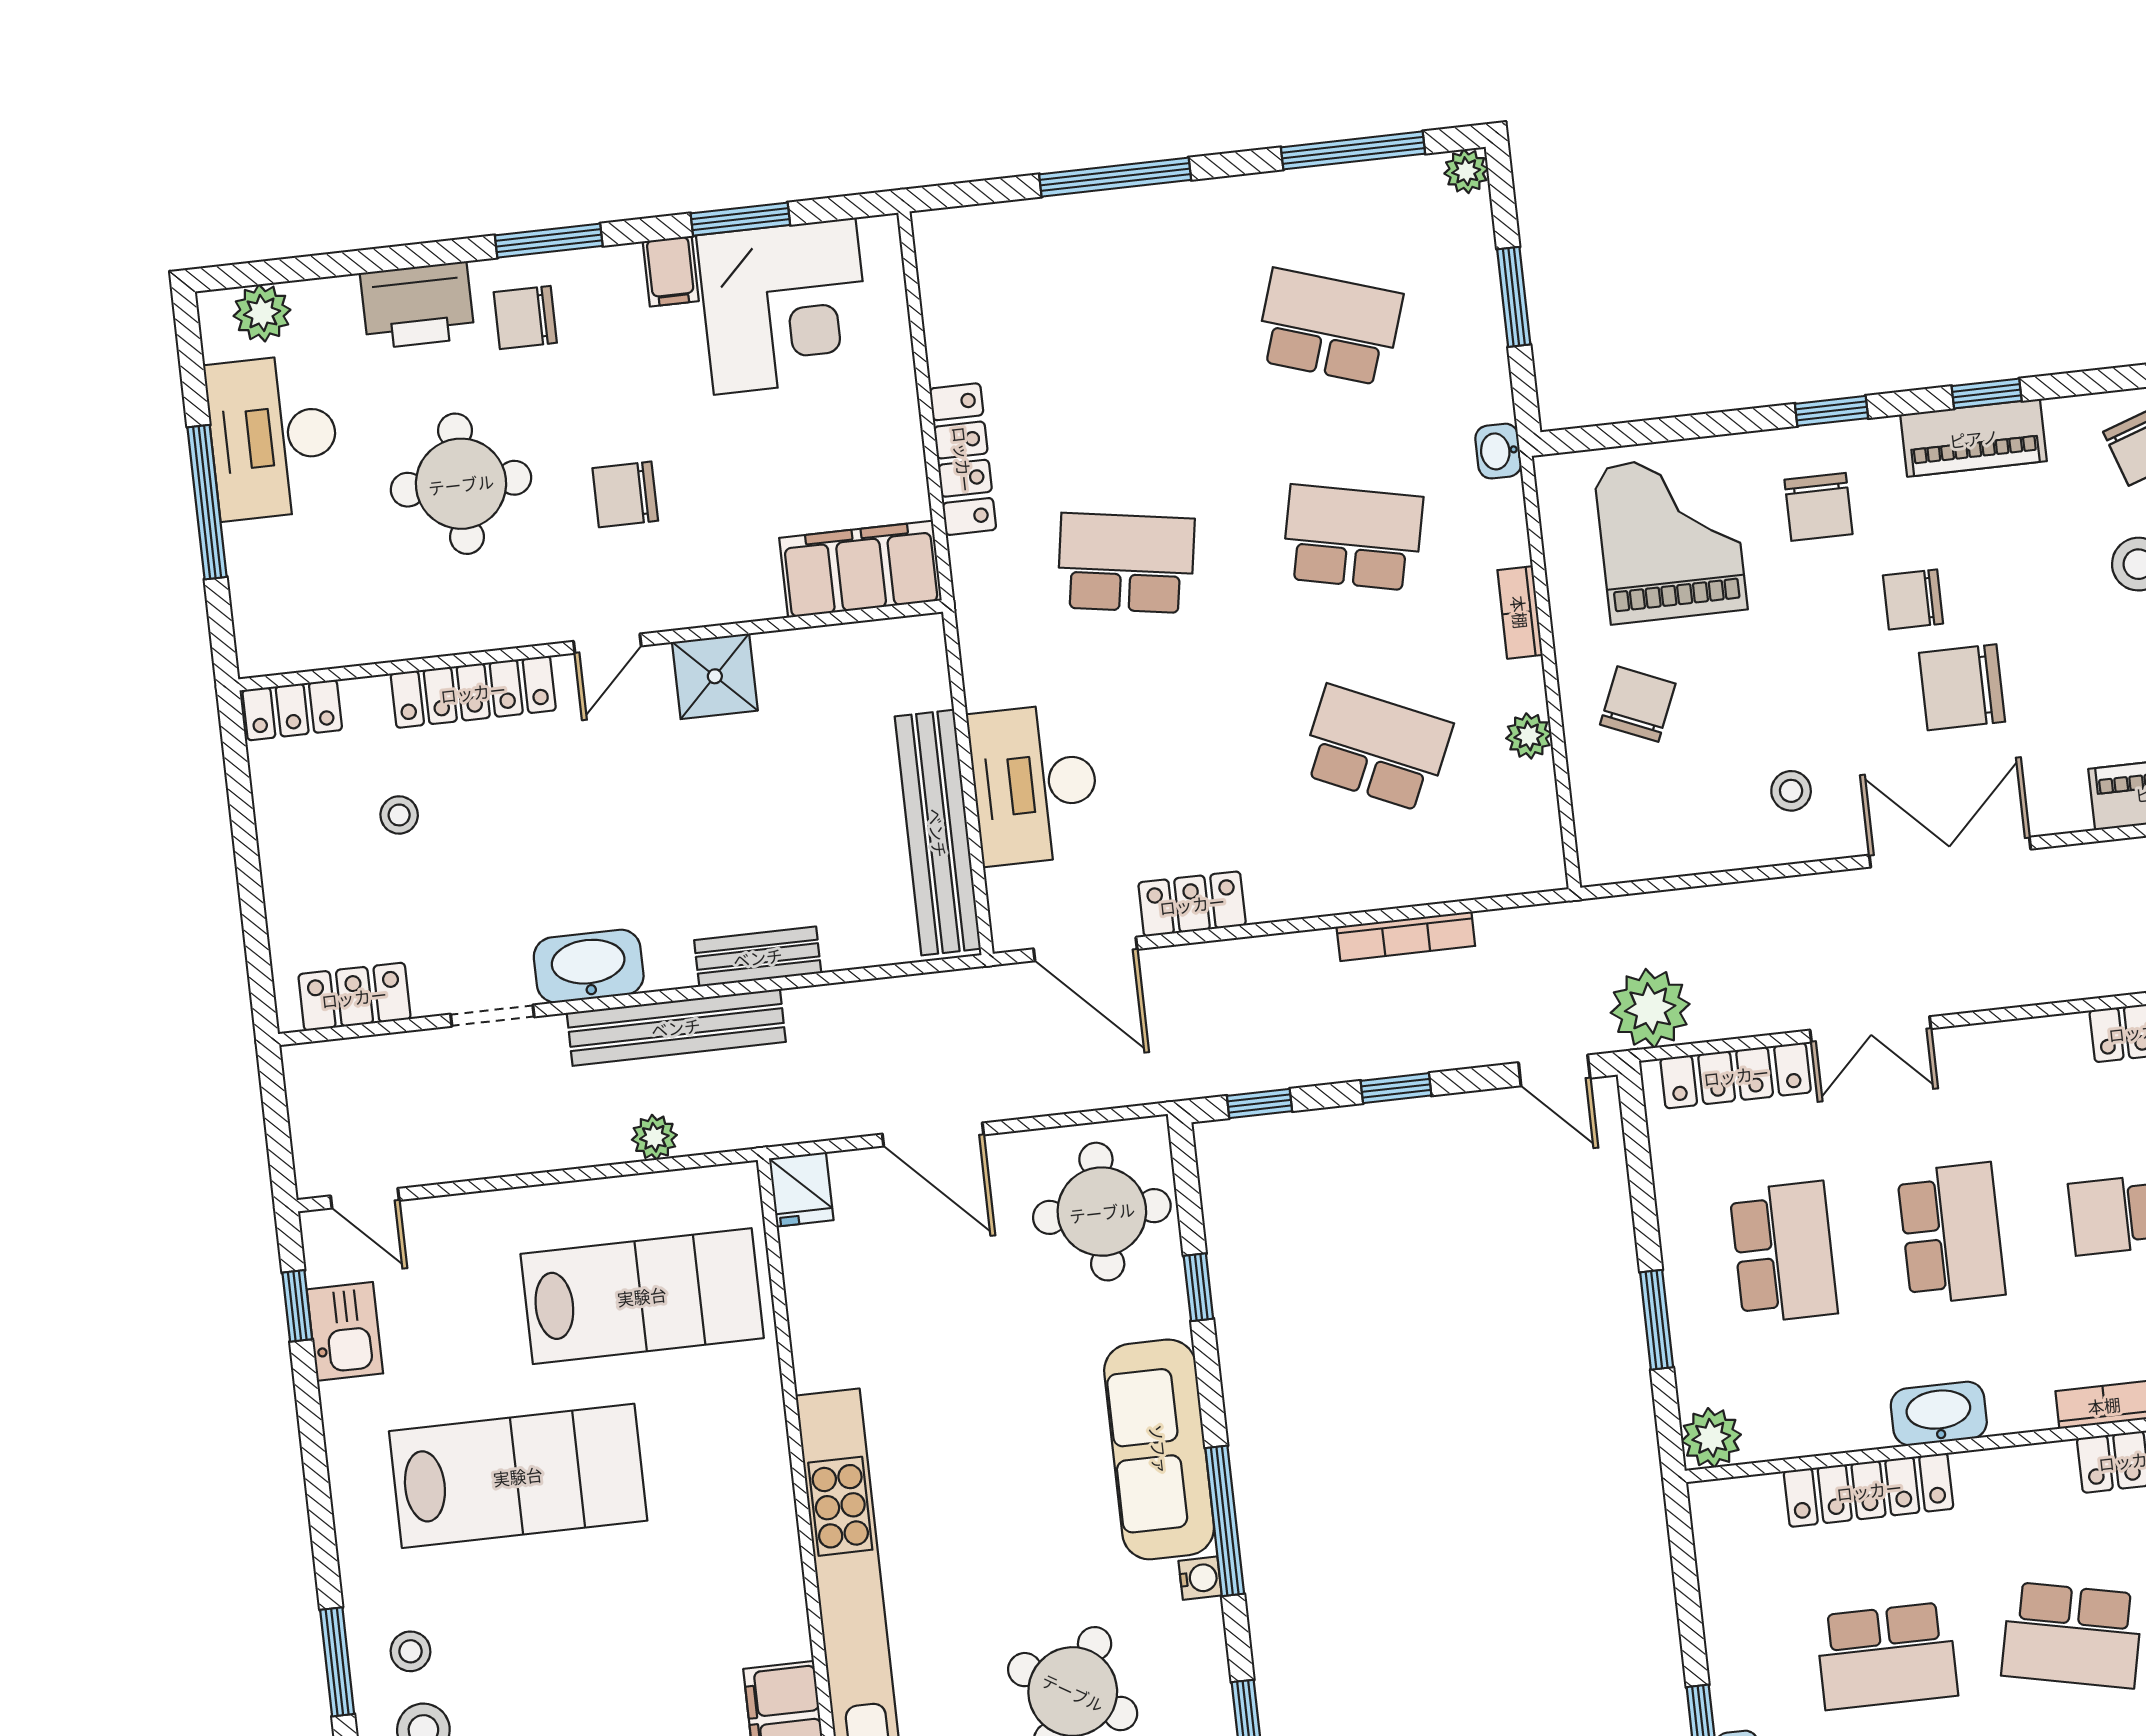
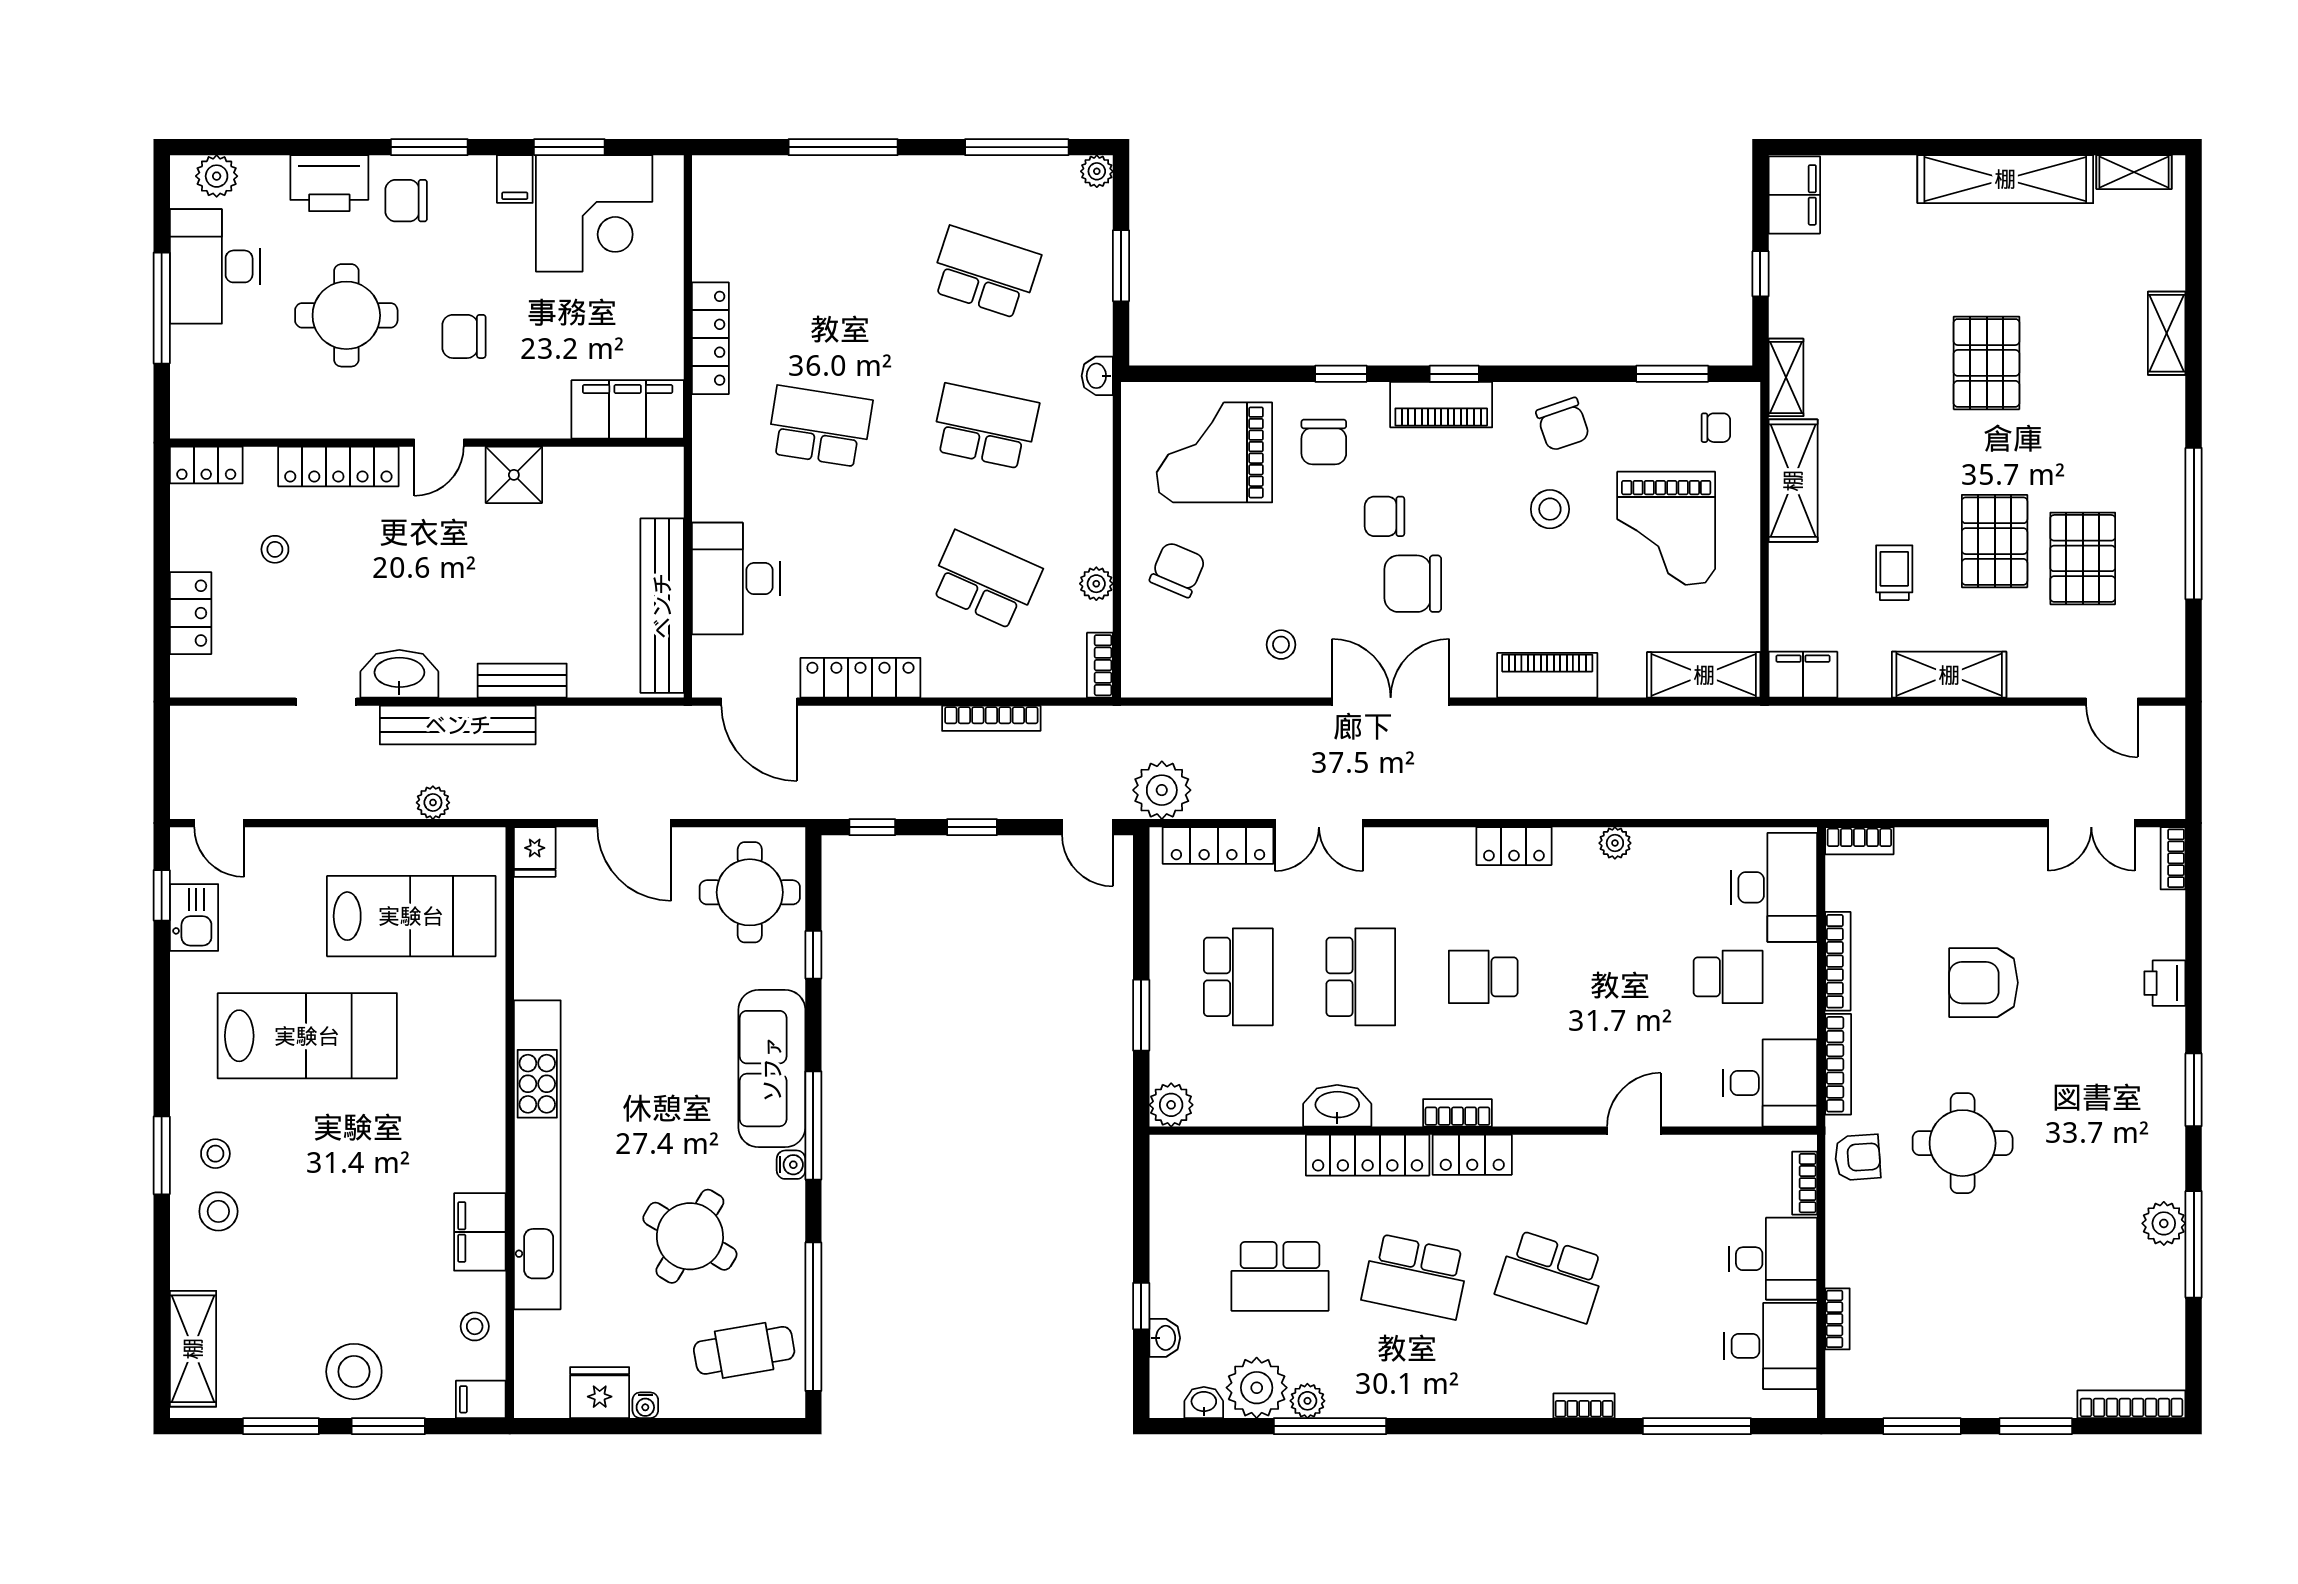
grand piano: (1670, 538) -> (1214, 452), turned -90
bookcase: (1520, 612) -> (1100, 665), moved
locker: (1192, 904) -> (860, 678), width x1.53
locker: (354, 997) -> (191, 613), moved, turned 90
locker: (1869, 1490) -> (1368, 1155), moved

